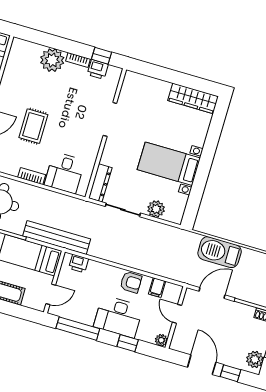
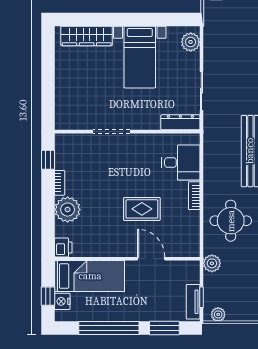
printer: (98, 69) -> (63, 247), moved
wardrobe: (193, 98) -> (87, 36), moved, turned 90
plant: (156, 209) -> (191, 42), moved

